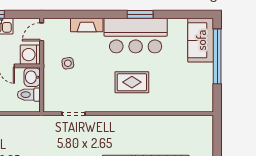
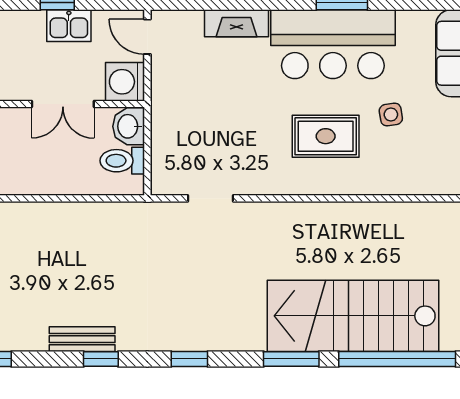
door: (42, 32) -> (147, 37), hinge flipped
side table: (68, 63) -> (391, 115), moved

